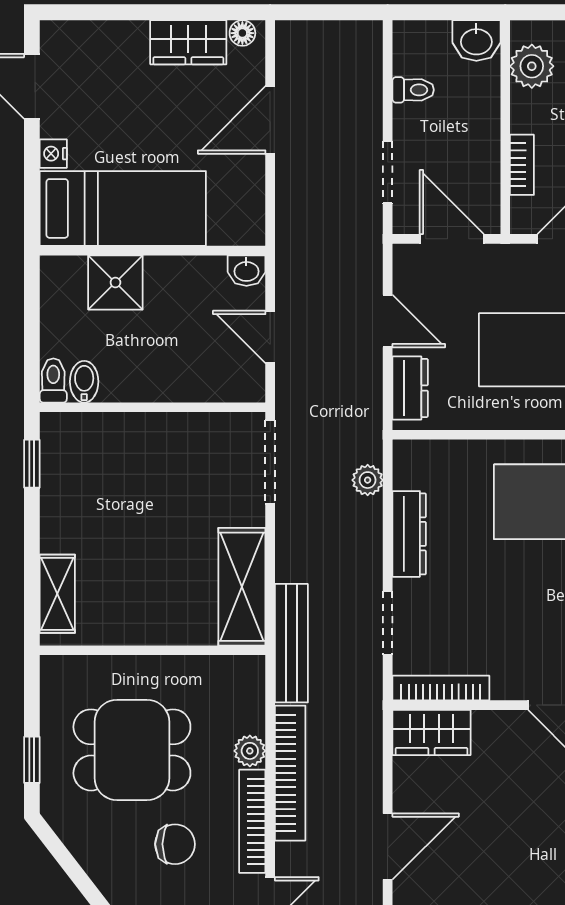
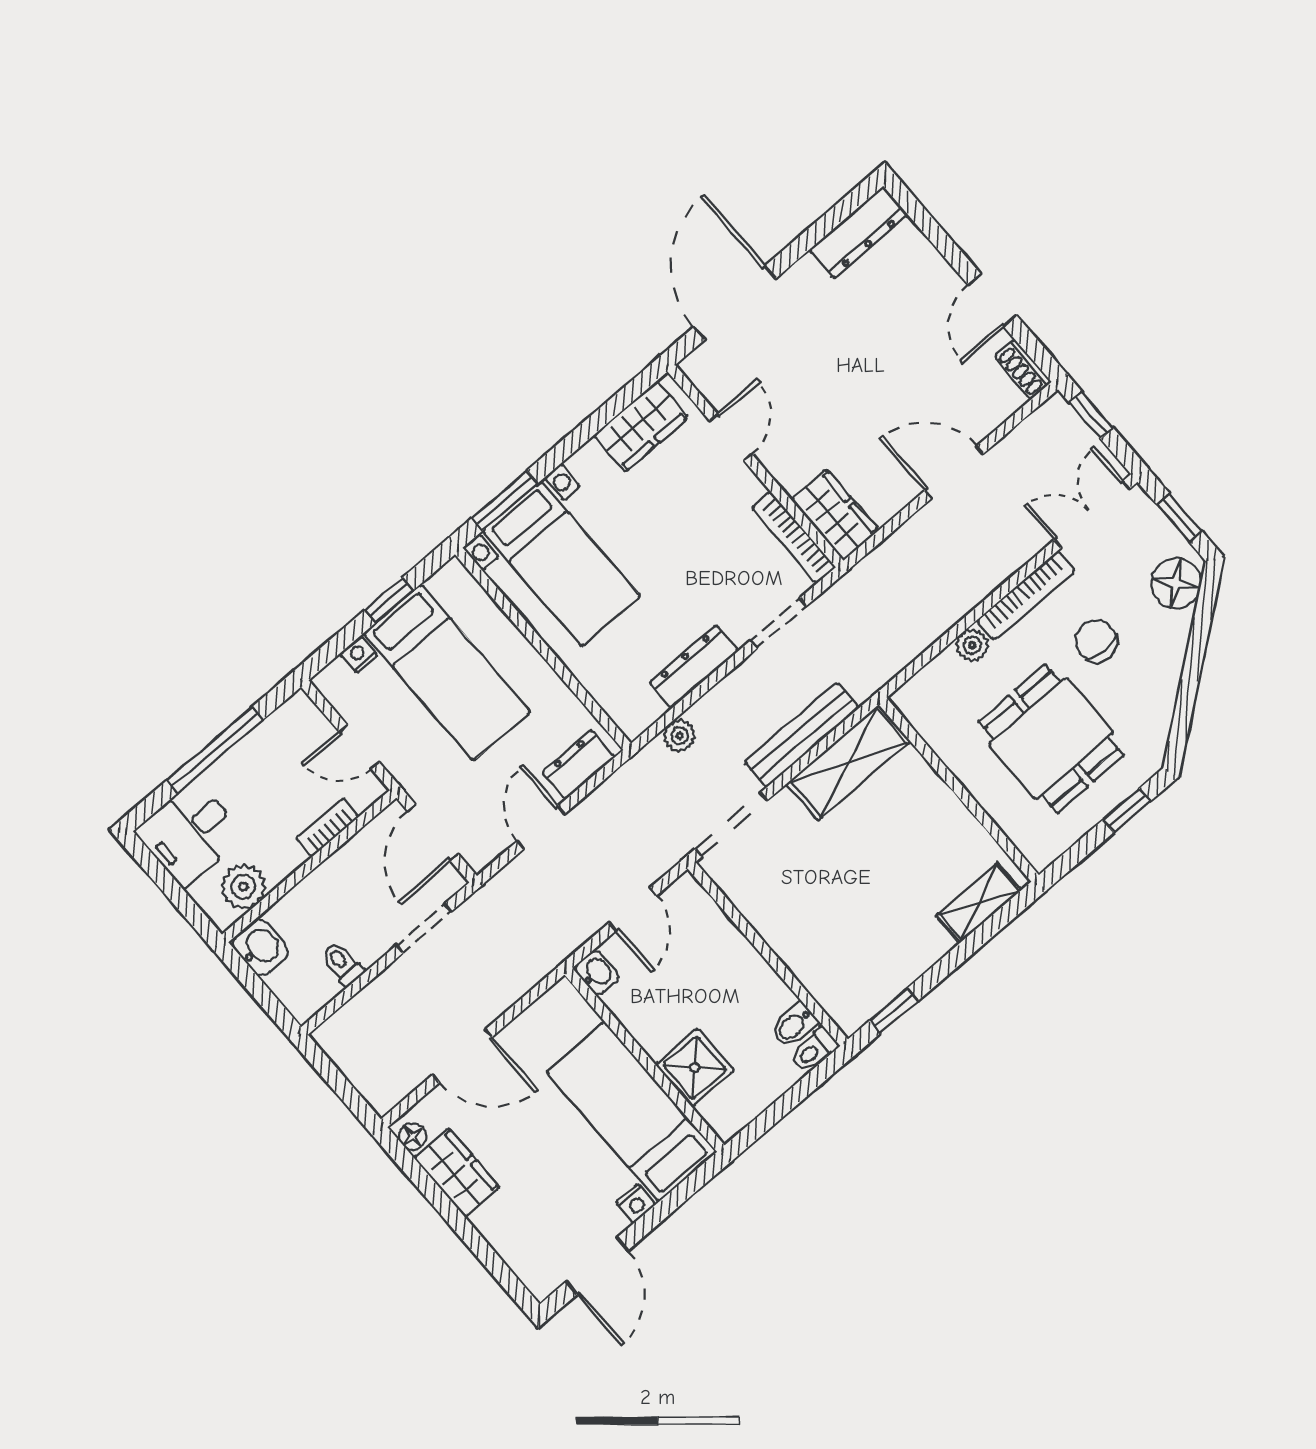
bench: (291, 643) -> (802, 735), moved
bookcase: (290, 773) -> (962, 598), removed

